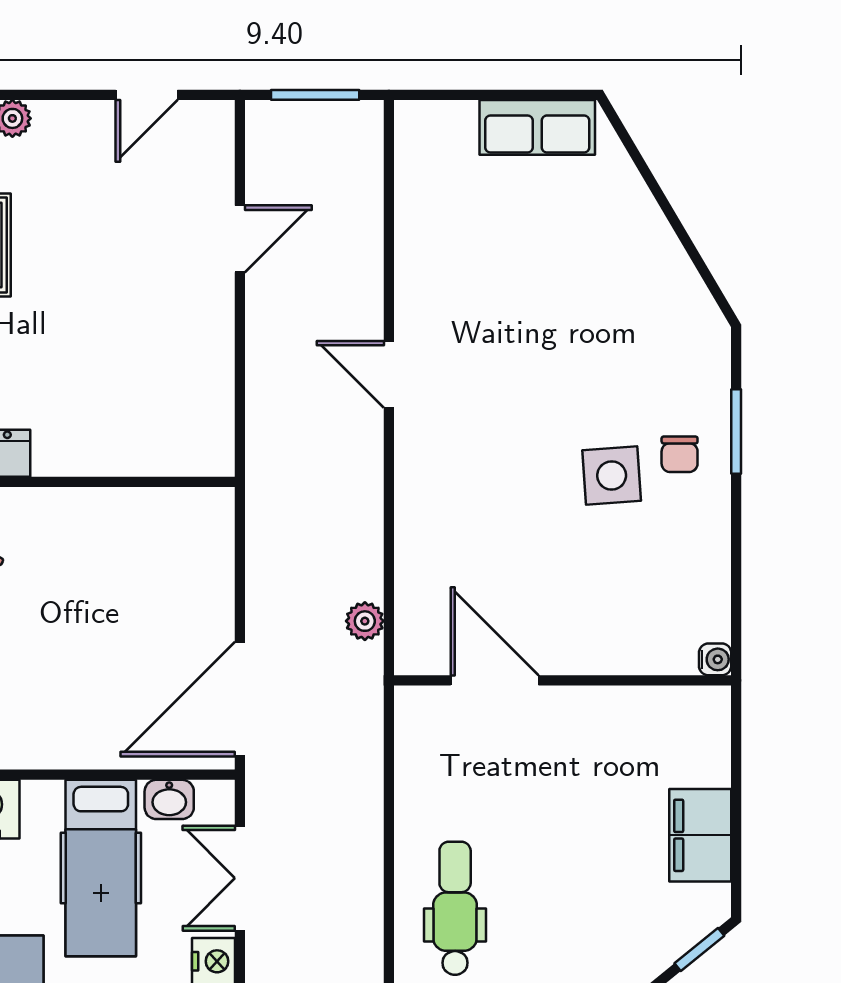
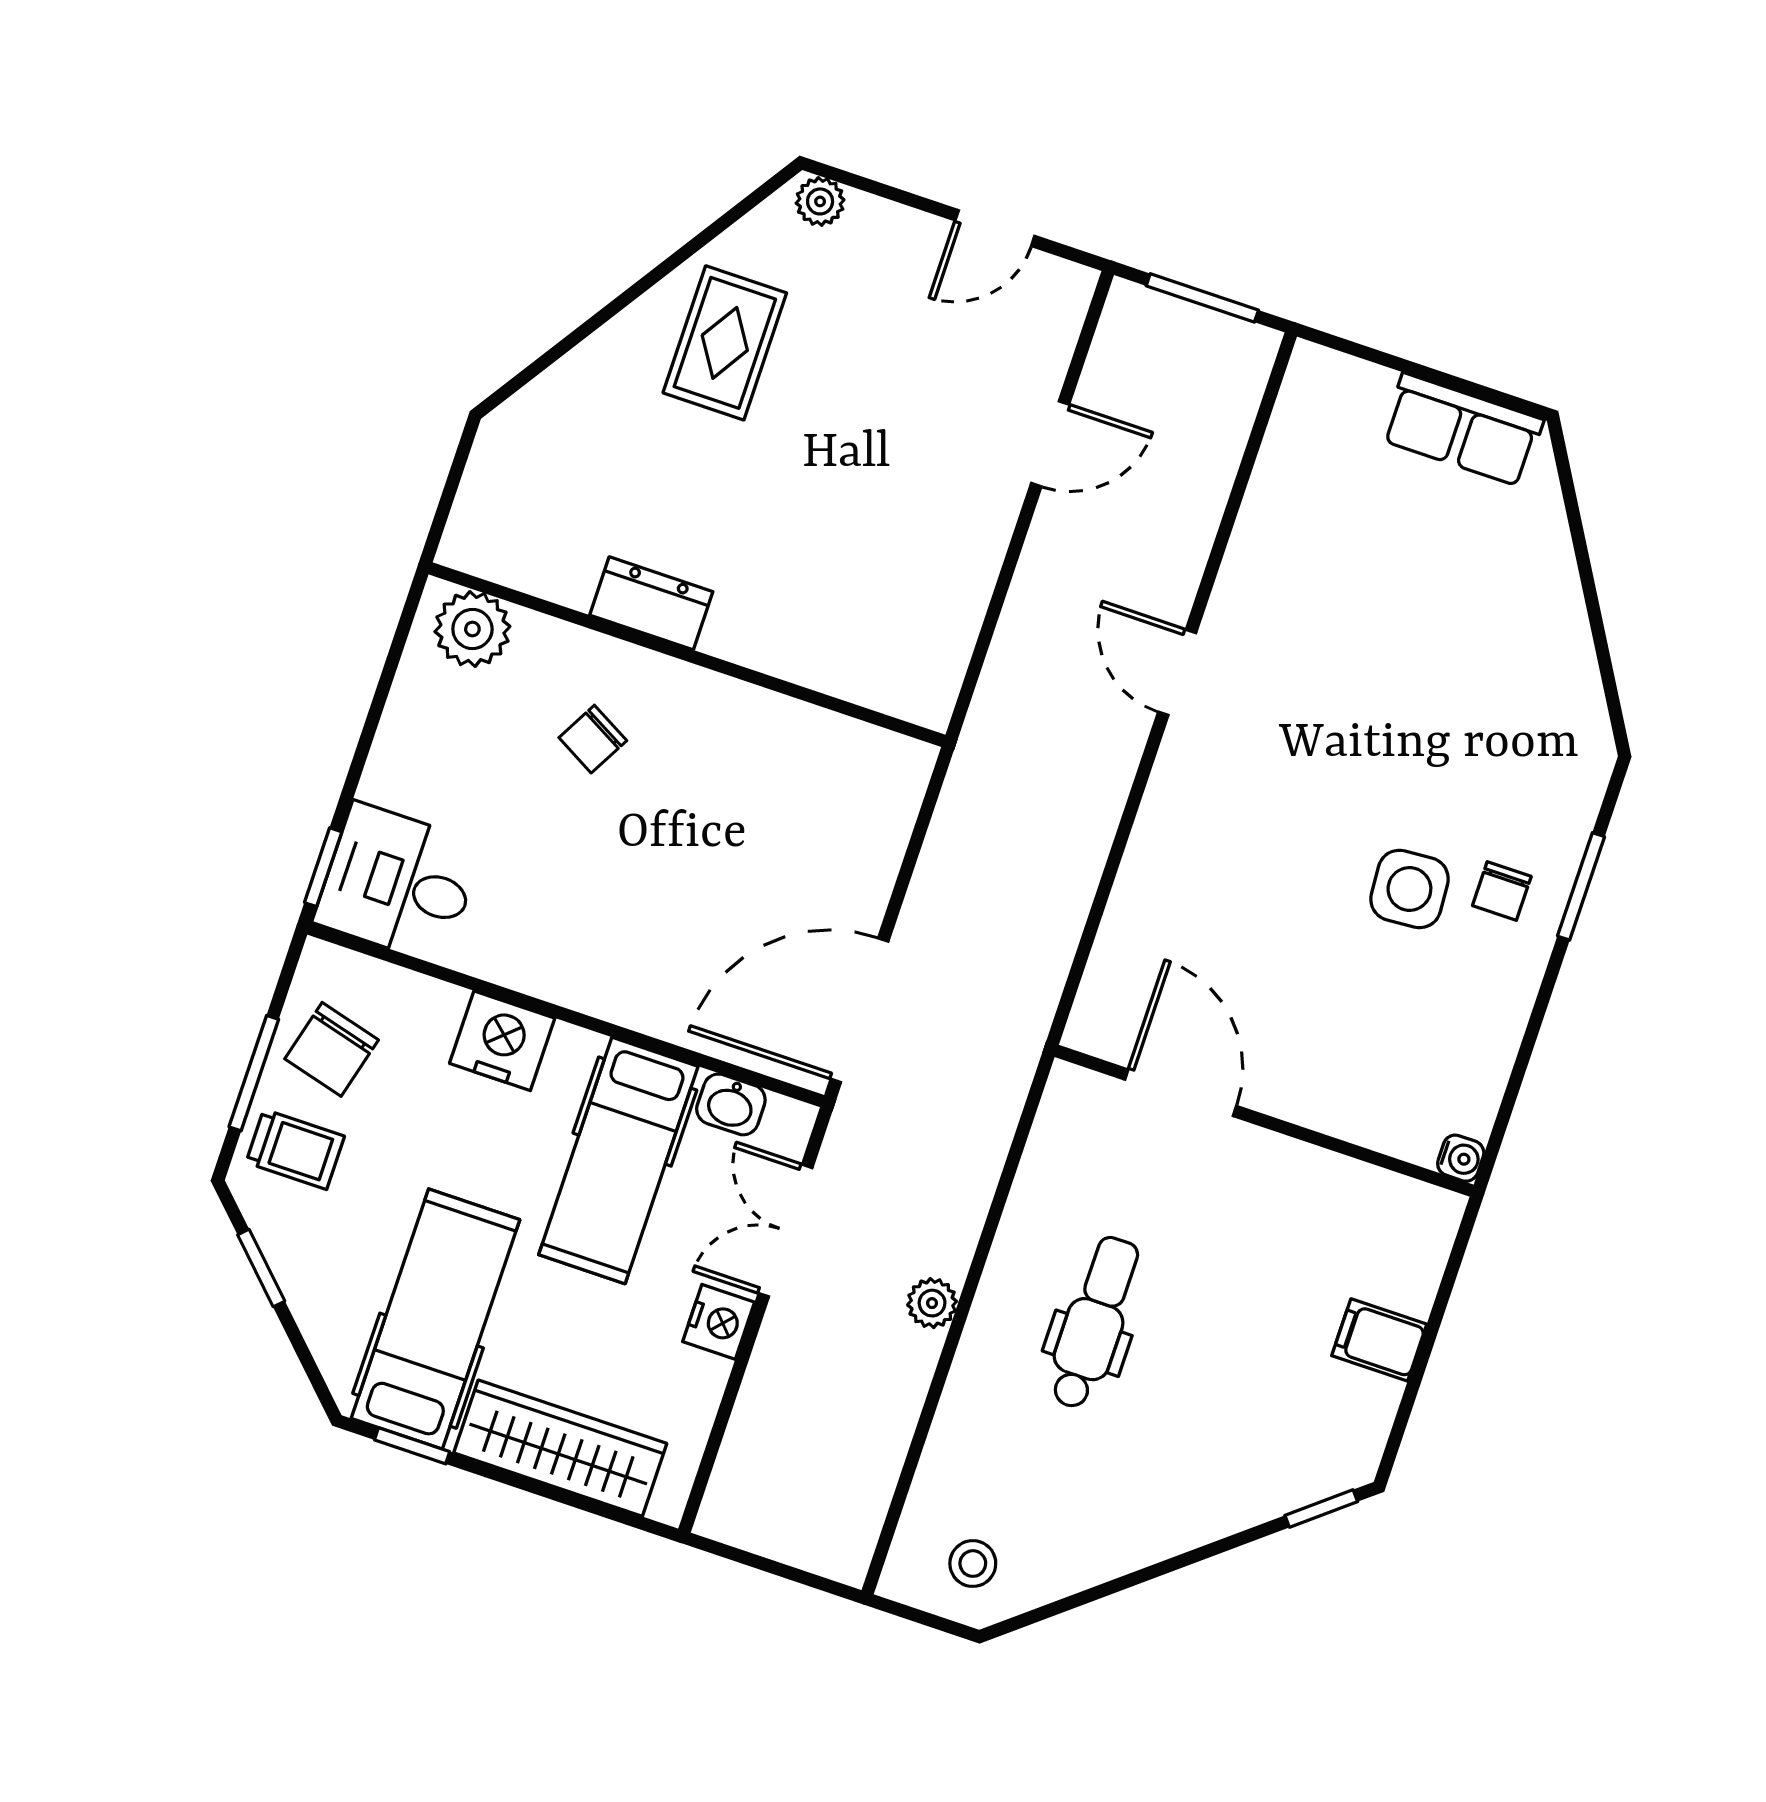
plant: (365, 621) -> (932, 1303), moved
filing cabinet: (700, 835) -> (1379, 1340), width x0.50
dental chair: (455, 908) -> (1094, 1323), moved

